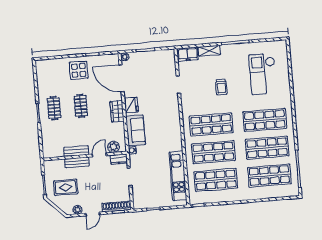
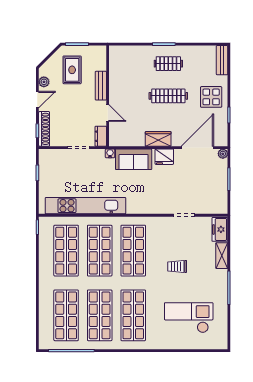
clothes rail: (81, 106) -> (168, 96), width x1.36
plant: (114, 147) -> (116, 131), removed
bench: (76, 151) -> (222, 60), moved
kitchen unit: (178, 176) -> (85, 206), width x1.36
door: (93, 214) -> (37, 100), swing flipped

